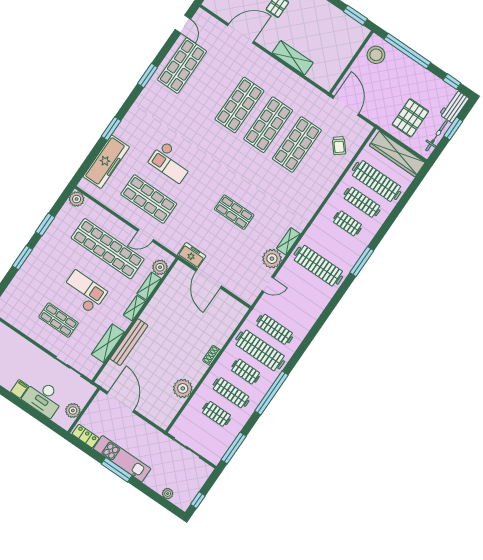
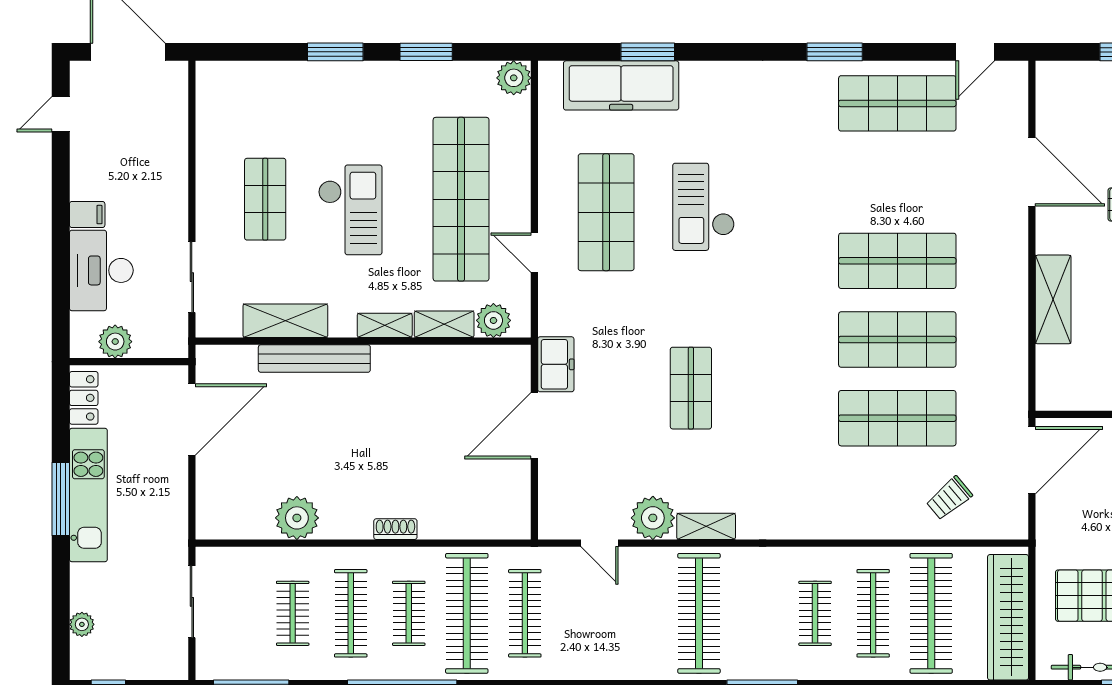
window: (111, 129) -> (648, 52), moved

